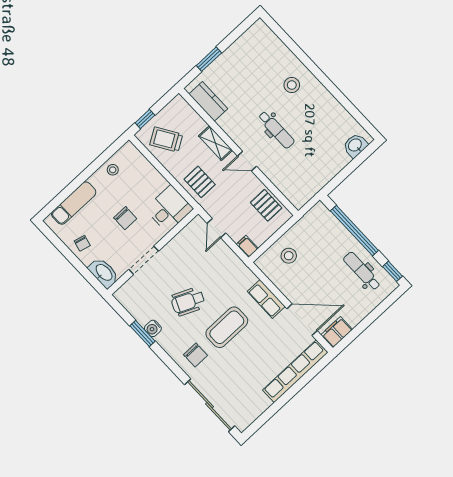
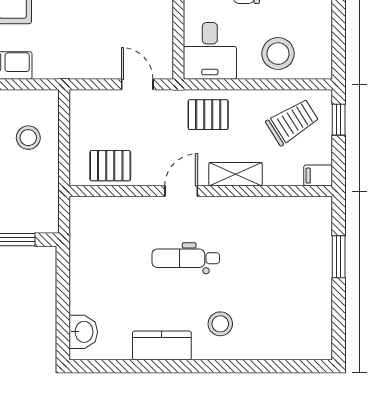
kitchen counter: (208, 101) -> (162, 345), moved, turned 180
stool: (113, 170) -> (278, 54), moved, width x1.89, depth x1.89
filing cabinet: (247, 246) -> (318, 176), moved, turned 180

